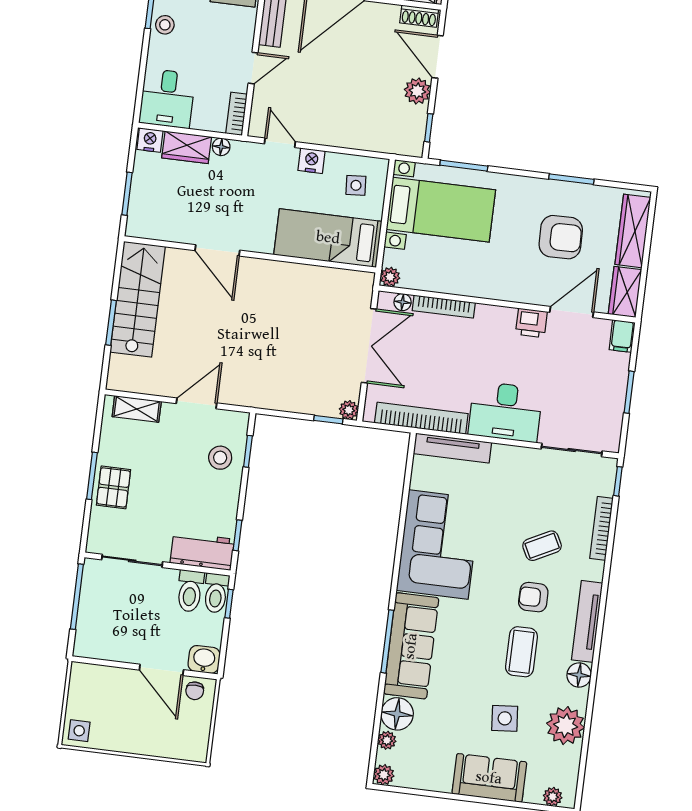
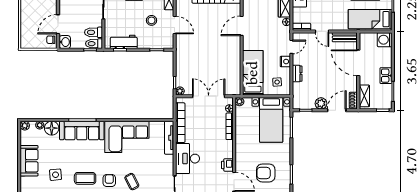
dresser: (342, 137) -> (297, 74), added
armchair: (561, 237) -> (266, 173), turned 91
double door: (369, 346) -> (209, 96), swing flipped
stool: (220, 458) -> (152, 20), moved
workbench: (202, 551) -> (124, 42), moved, turned -90
sofa: (489, 778) -> (29, 161), moved

